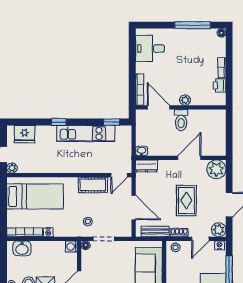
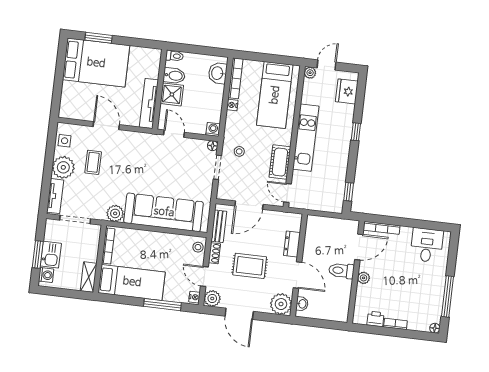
kitchen unit: (86, 133) -> (306, 138), moved, turned 180
washbasin: (142, 151) -> (302, 304), moved
dresser: (146, 166) -> (292, 244), moved

